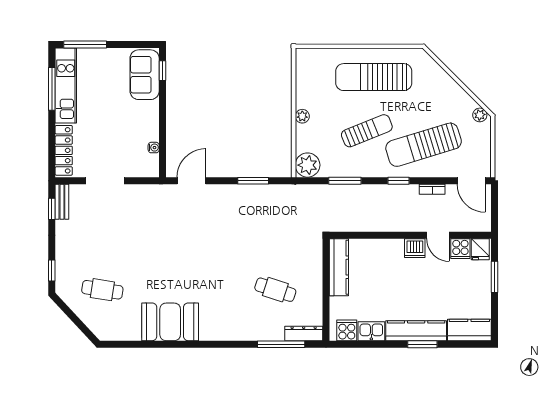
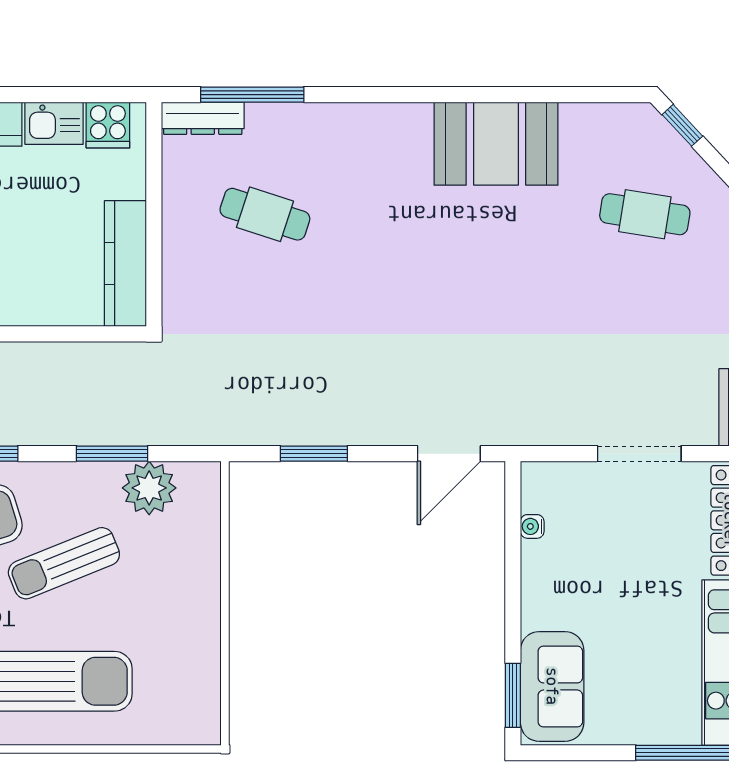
window: (162, 71) -> (513, 695), width x1.50
plant: (302, 116) -> (206, 595), removed
plant: (308, 165) -> (149, 488), moved
window: (85, 330) -> (682, 125), added

